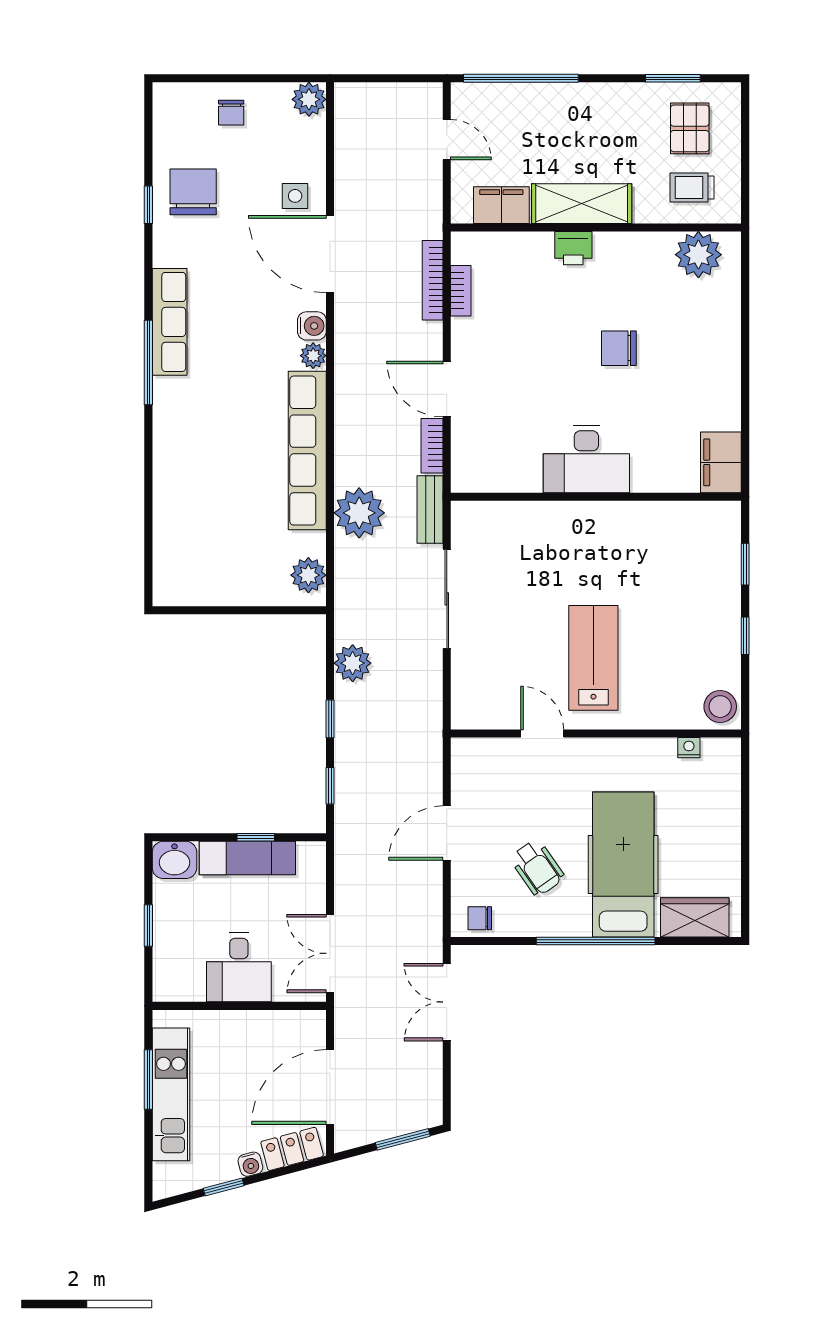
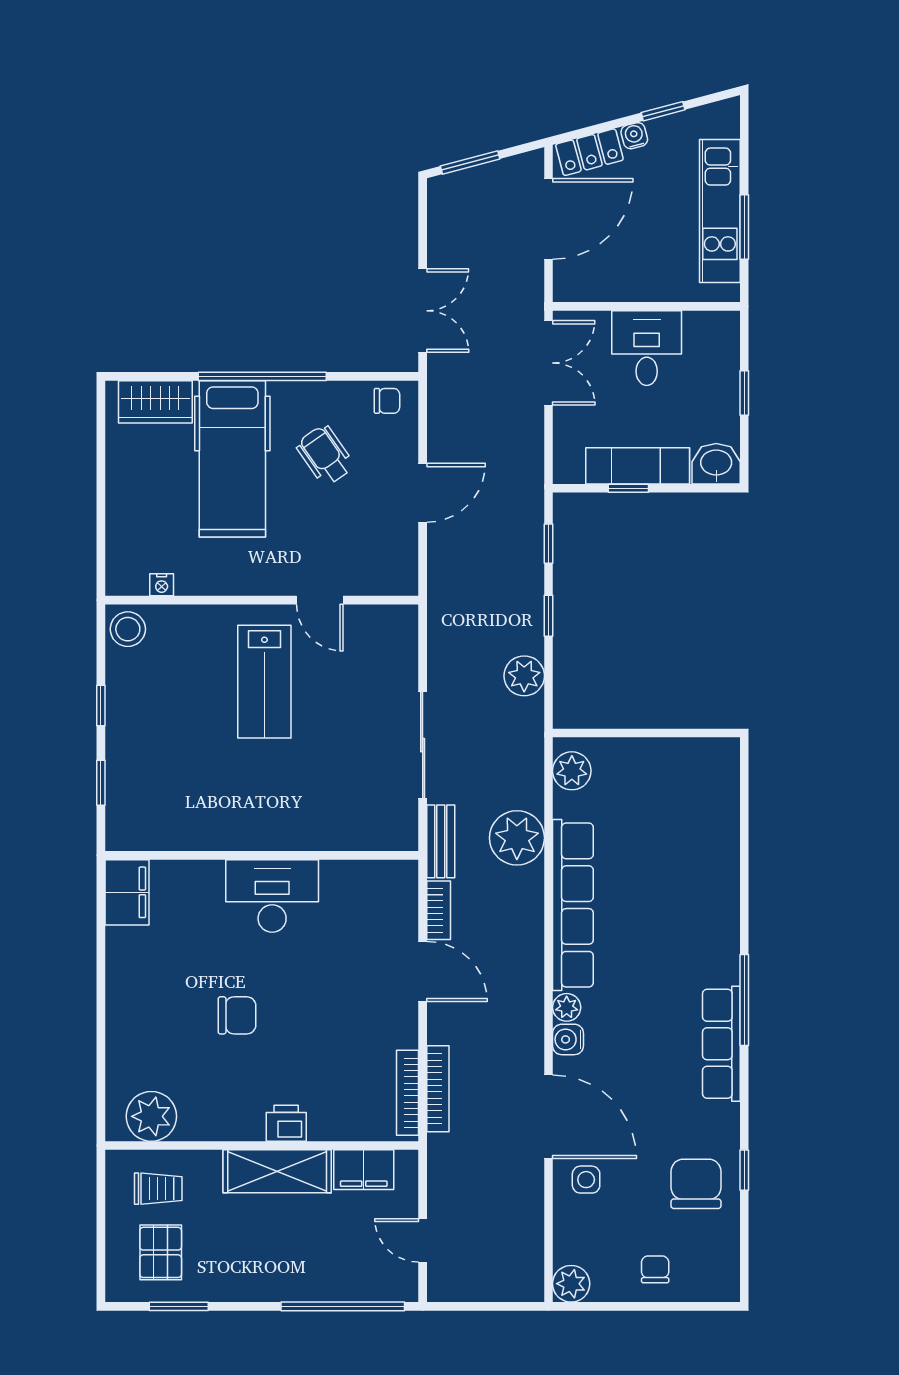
chair: (193, 192) -> (696, 1184), turned 180
bookcase: (461, 291) -> (407, 1093), width x1.56

